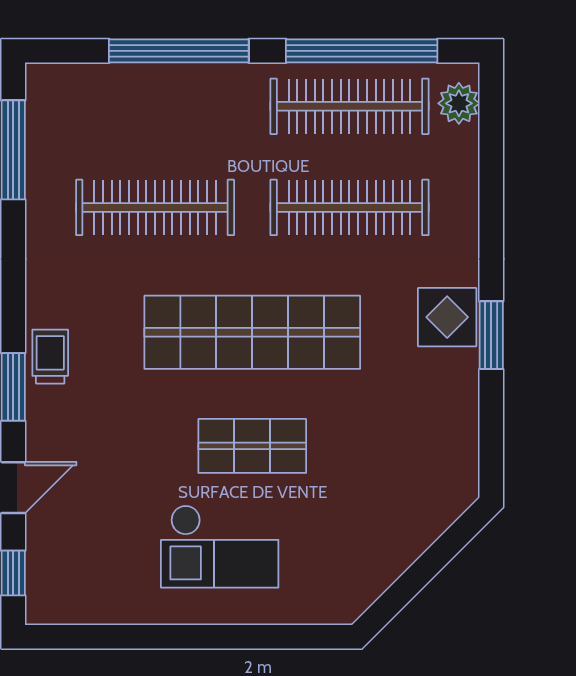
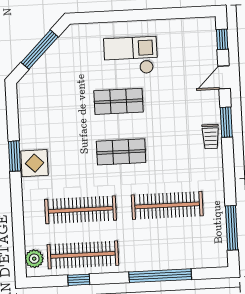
window: (362, 51) -> (79, 280), width x0.32
shop shelf: (252, 332) -> (121, 152), width x0.50, depth x0.74
window: (423, 571) -> (40, 50), added

